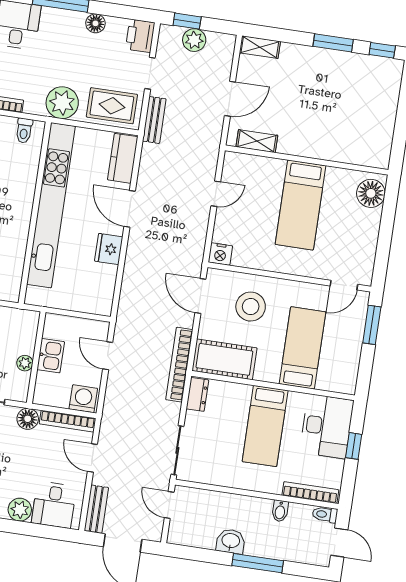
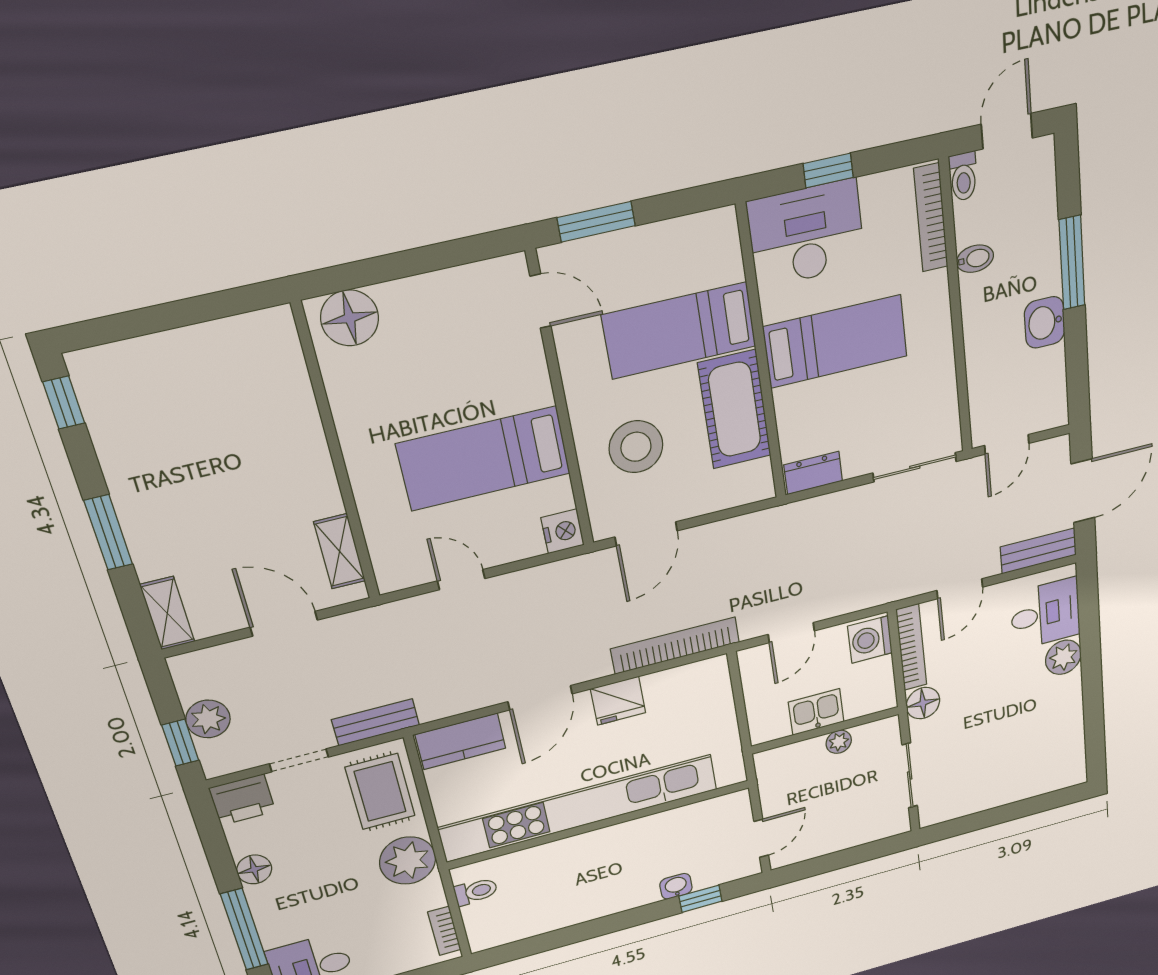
window: (333, 43) -> (108, 532), moved
bed: (300, 205) -> (484, 459), moved, turned 180
cot: (224, 359) -> (735, 410), moved
bookcase: (179, 365) -> (675, 646), moved, turned 180

